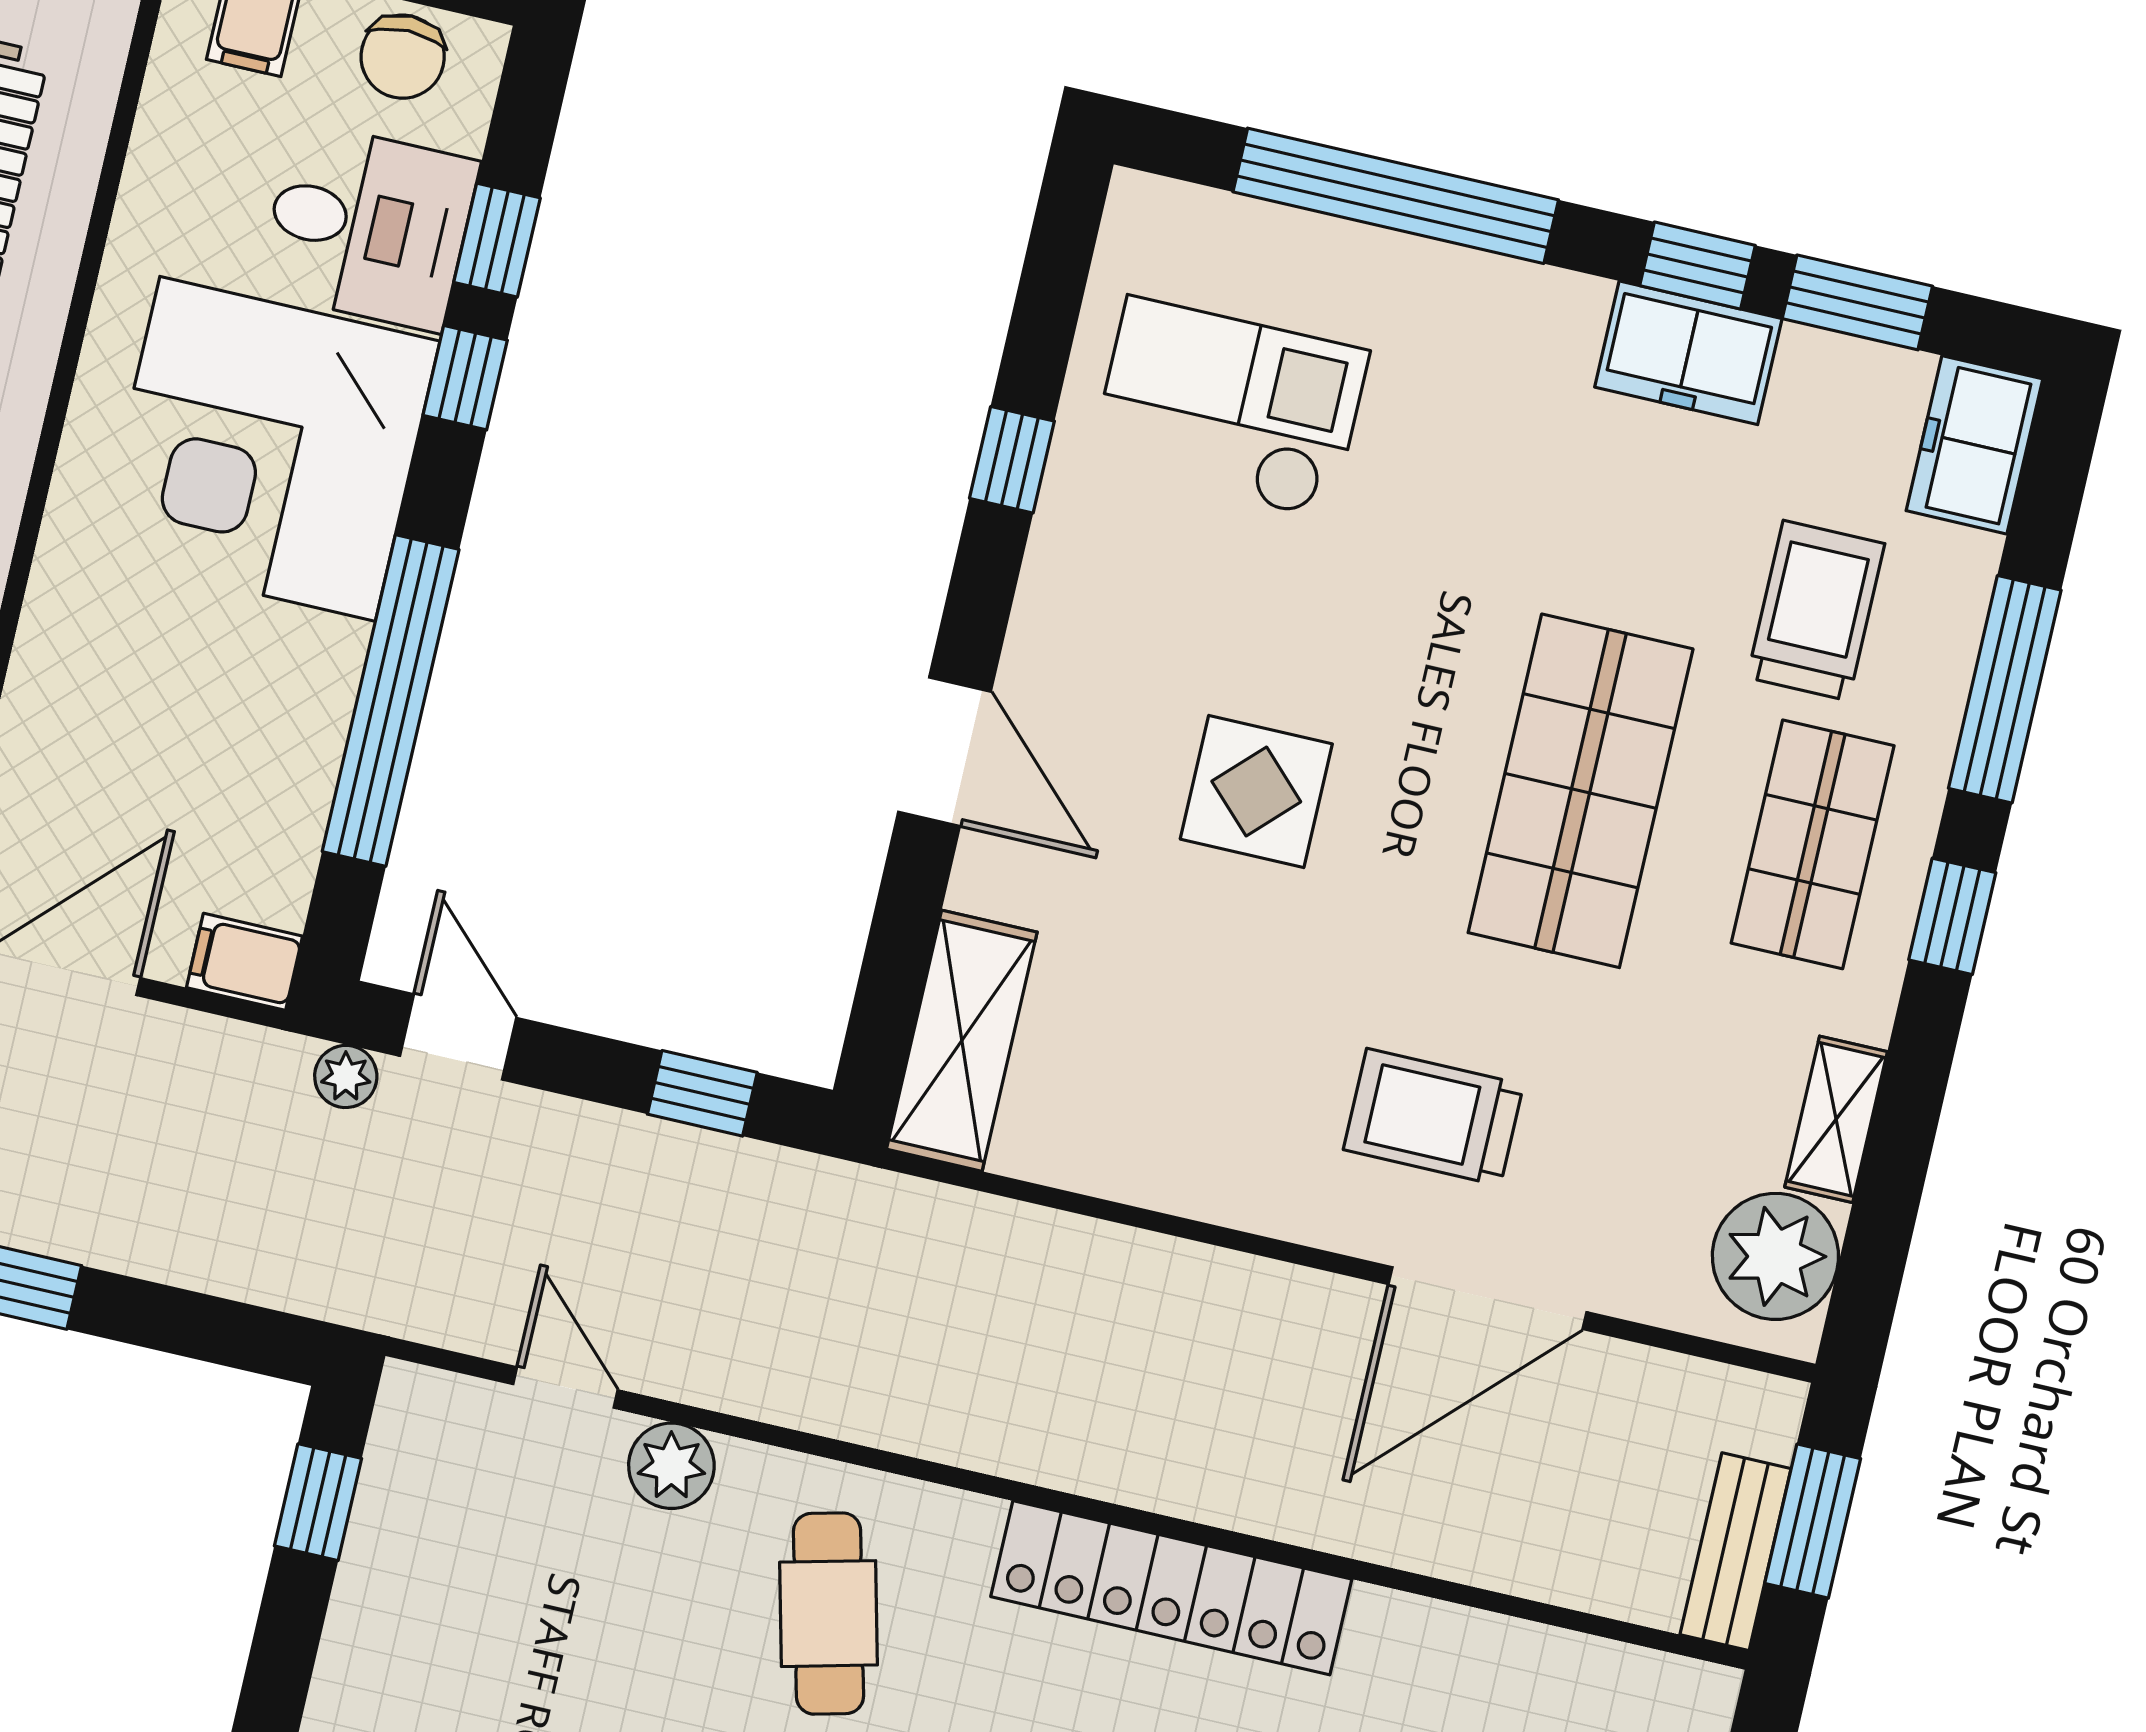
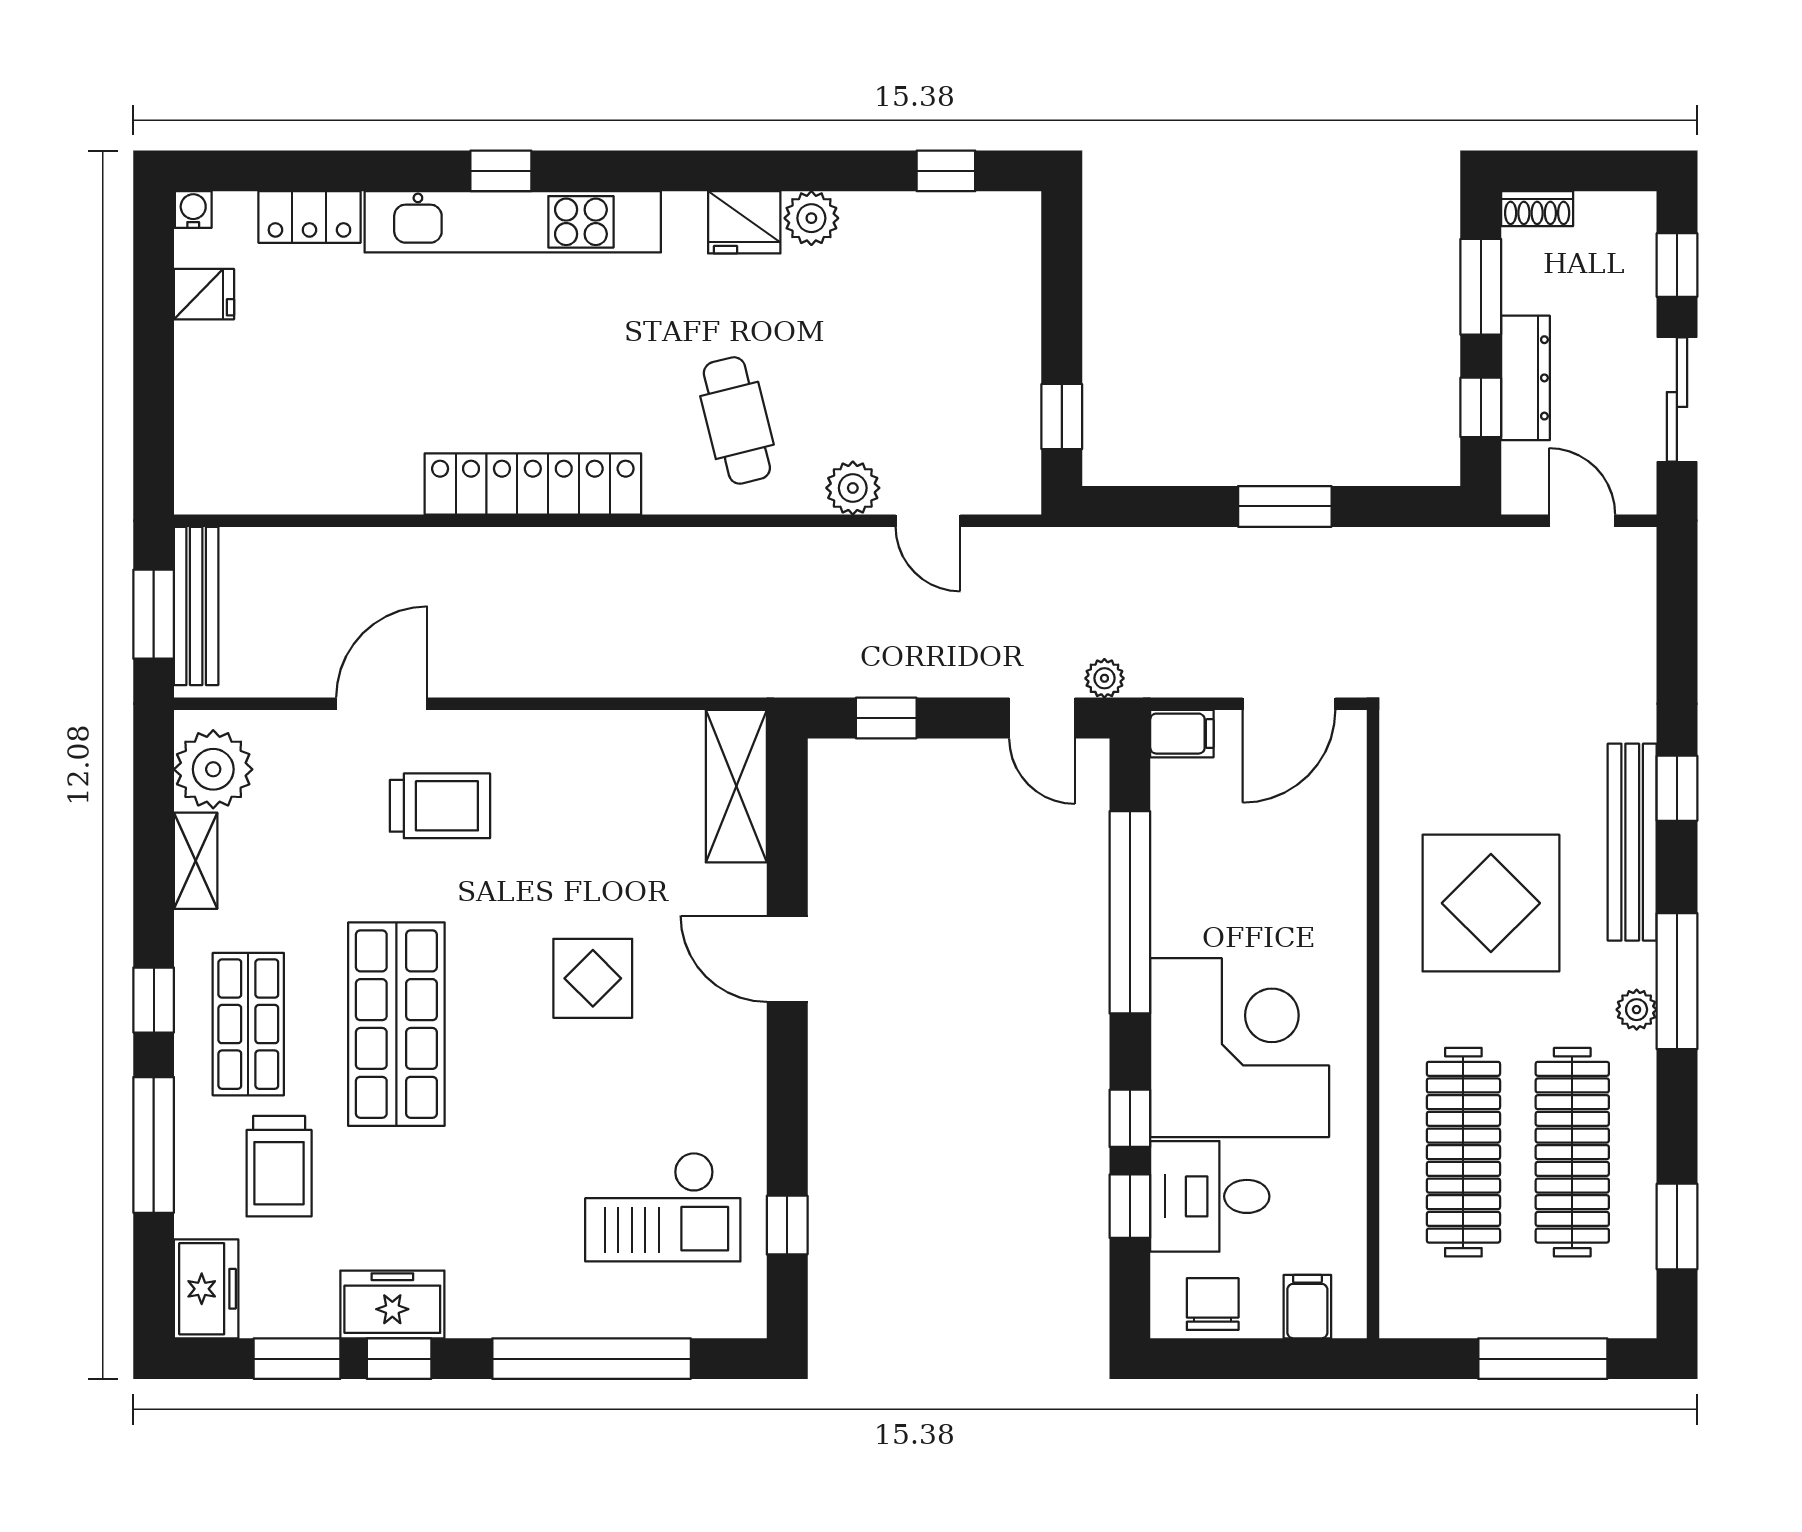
window: (1012, 460) -> (787, 1225), moved
door: (1488, 1298) -> (382, 704), width x0.73
bench: (1735, 1552) -> (196, 606), width x1.36

